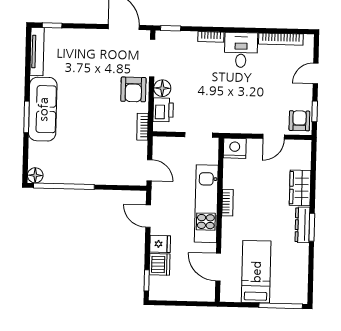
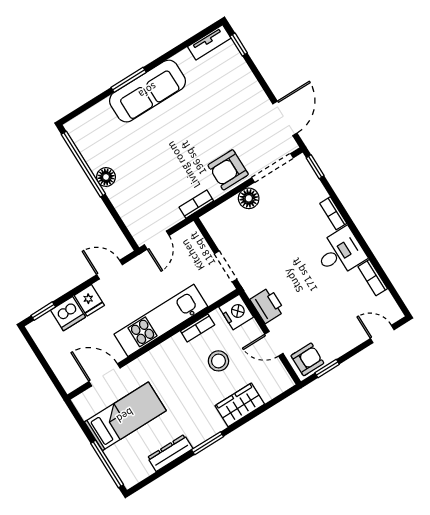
bookcase: (281, 39) -> (373, 278), width x0.64
tv unit: (37, 52) -> (209, 42), width x0.71
door: (316, 73) -> (382, 334), moved
printer: (163, 110) -> (268, 305), moved, turned -90
floor lamp: (35, 175) -> (106, 177), moved
stool: (260, 183) -> (218, 361), added
bookcase: (228, 203) -> (198, 328), moved
door: (148, 216) -> (110, 270), hinge flipped
dresser: (302, 225) -> (170, 453), moved
door: (218, 267) -> (105, 375), hinge flipped

